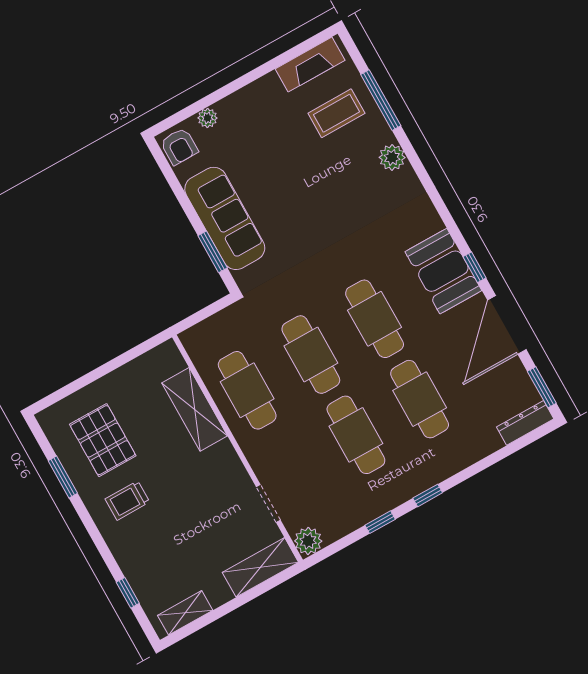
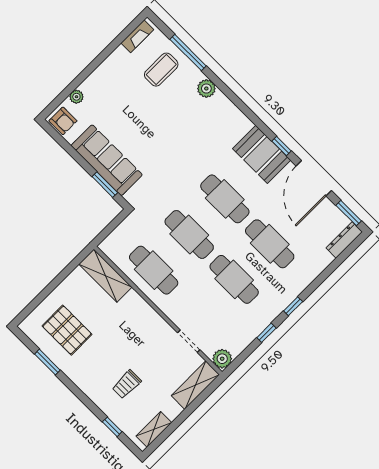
fireplace: (310, 65) -> (137, 36), width x0.73, depth x0.76
shelving: (195, 409) -> (105, 276), moved
trolley: (127, 501) -> (127, 384), moved

